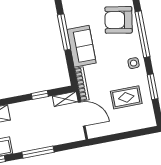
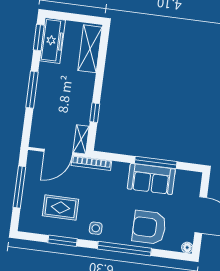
armchair: (119, 20) -> (149, 227), turned -100
sofa: (81, 46) -> (151, 179), moved
rug: (126, 97) -> (60, 207), turned 90
window: (121, 136) -> (19, 187), added

